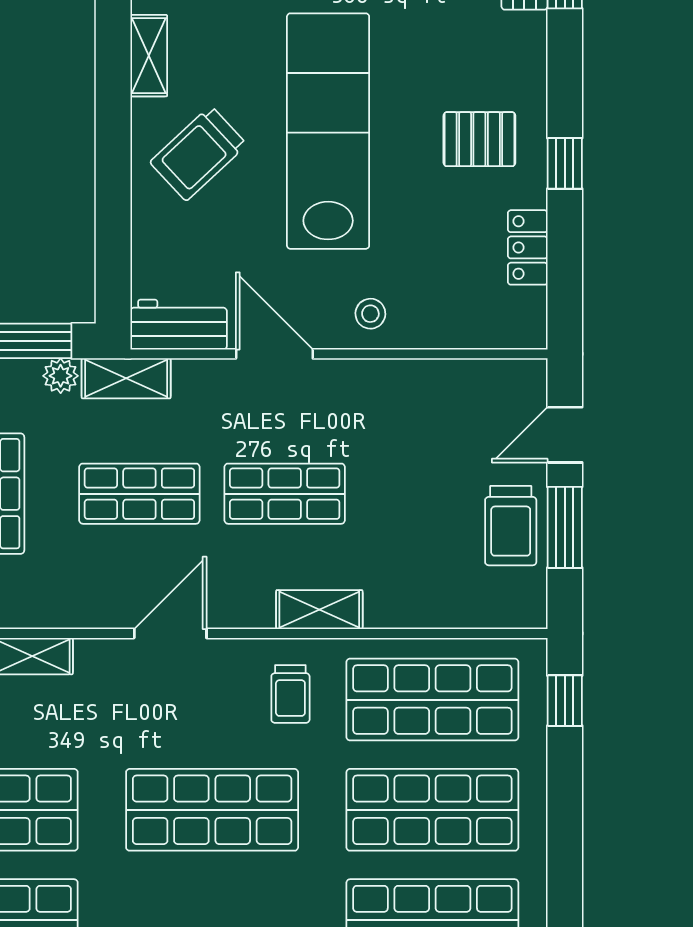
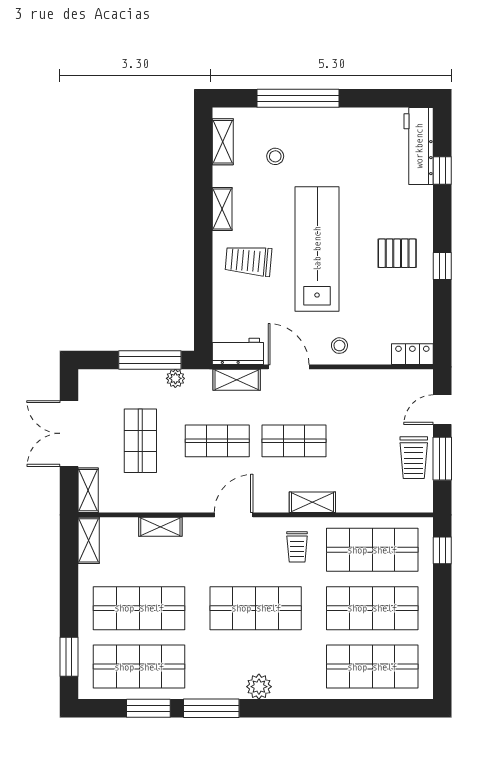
trolley: (198, 153) -> (248, 261), turned 48
locker: (528, 247) -> (412, 354), moved, turned 90
shelving: (126, 378) -> (237, 380), moved

